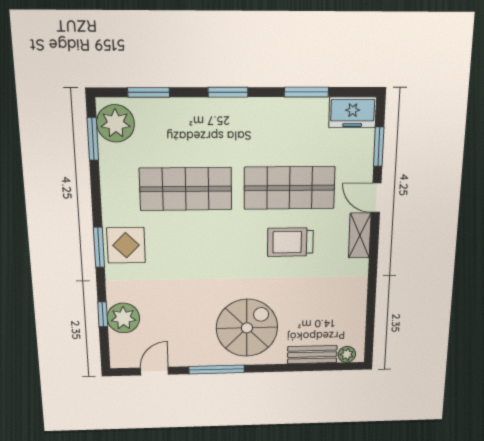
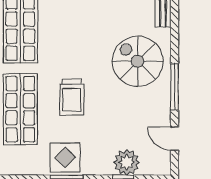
trolley: (290, 242) -> (72, 97), moved

